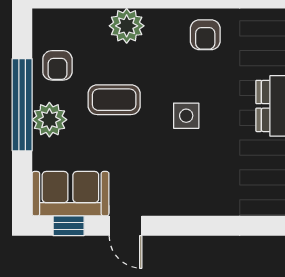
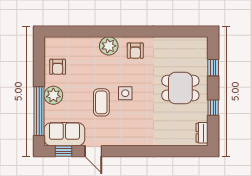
plant: (127, 26) -> (109, 46), moved
coffee table: (114, 100) -> (101, 102), moved, turned 90
window: (22, 105) -> (39, 111), moved

